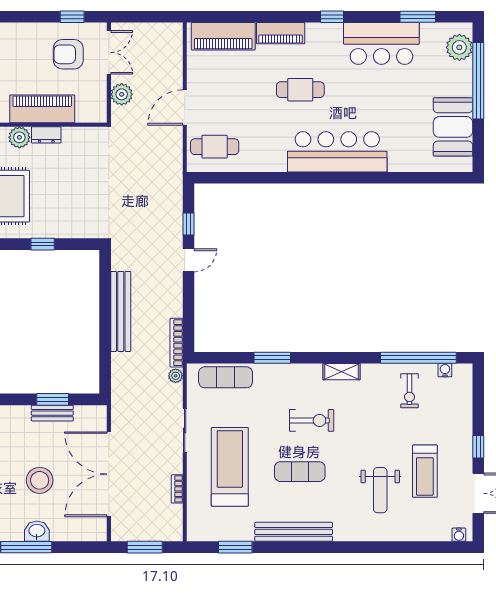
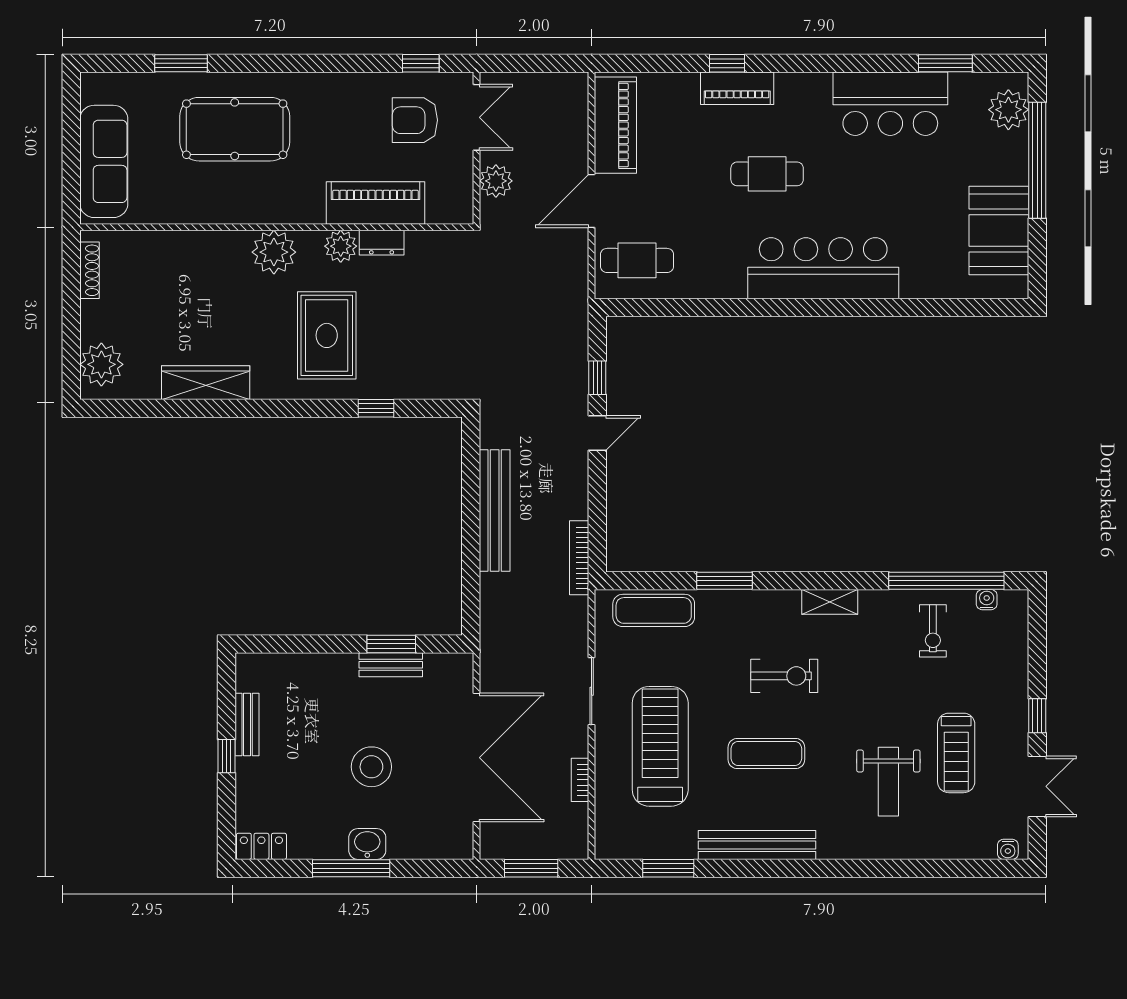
window: (332, 17) -> (727, 63), moved
piano: (223, 36) -> (615, 125), moved, turned -90
plant: (176, 376) -> (578, 608), removed
double door: (109, 474) -> (477, 758), swing flipped

